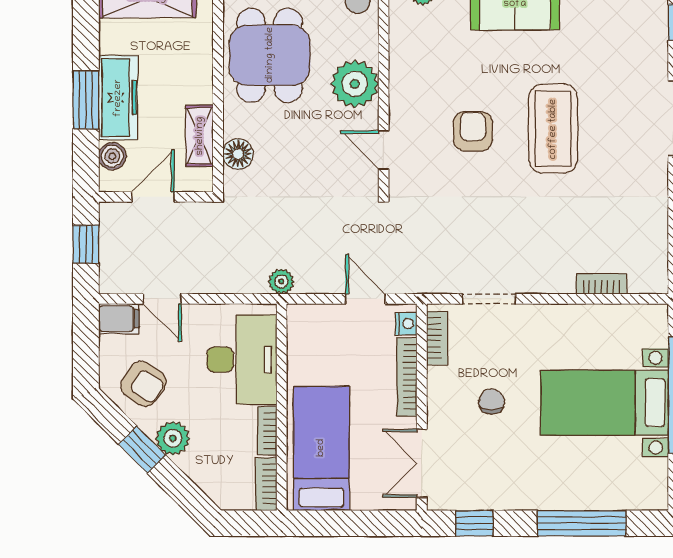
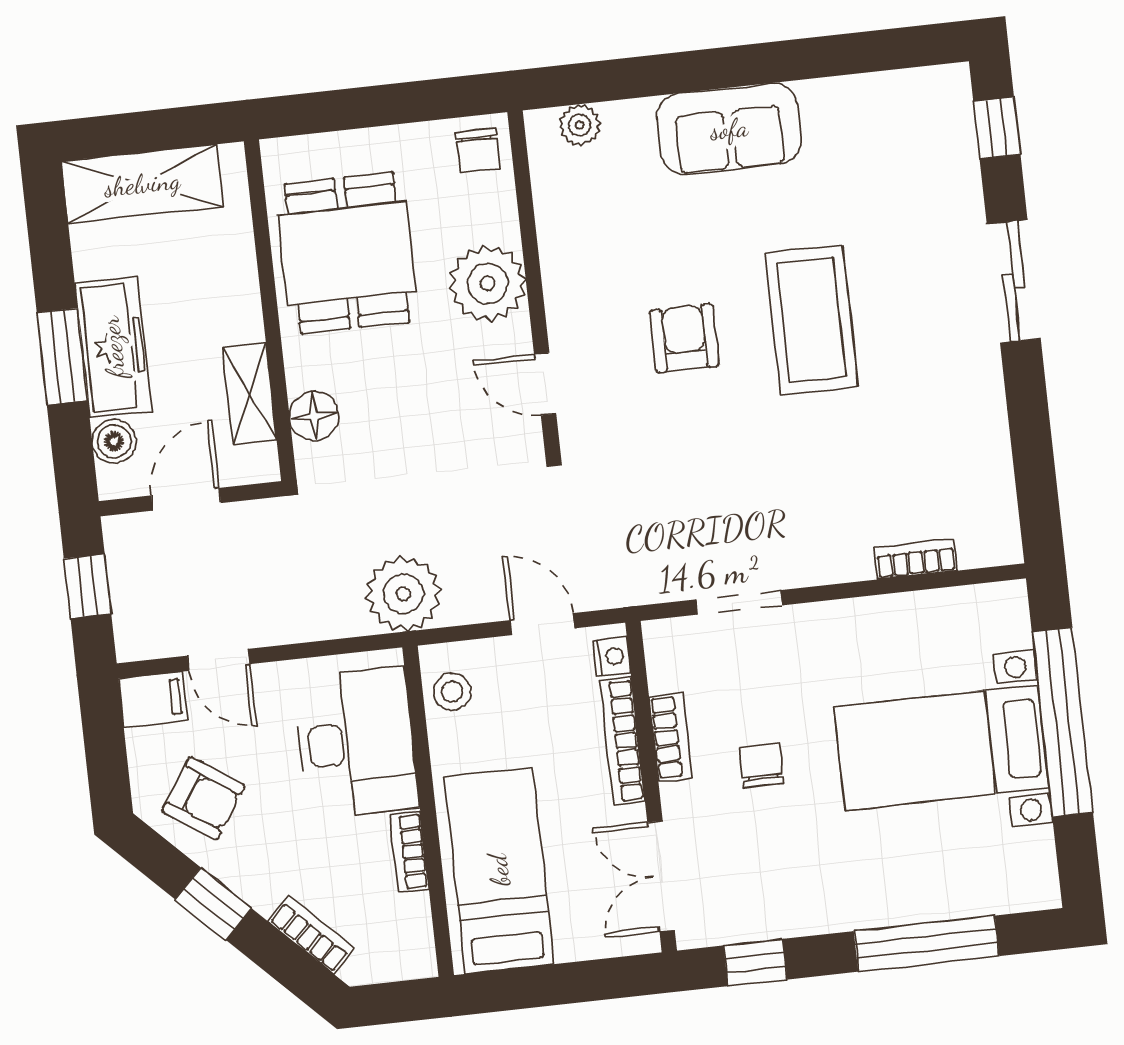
plant: (281, 281) -> (403, 594), width x1.88, depth x1.88
stool: (305, 334) -> (452, 692), added
bookcase: (437, 338) -> (671, 737), moved
plant: (173, 438) -> (260, 880), removed
bookcase: (266, 484) -> (311, 934), moved, turned 135

